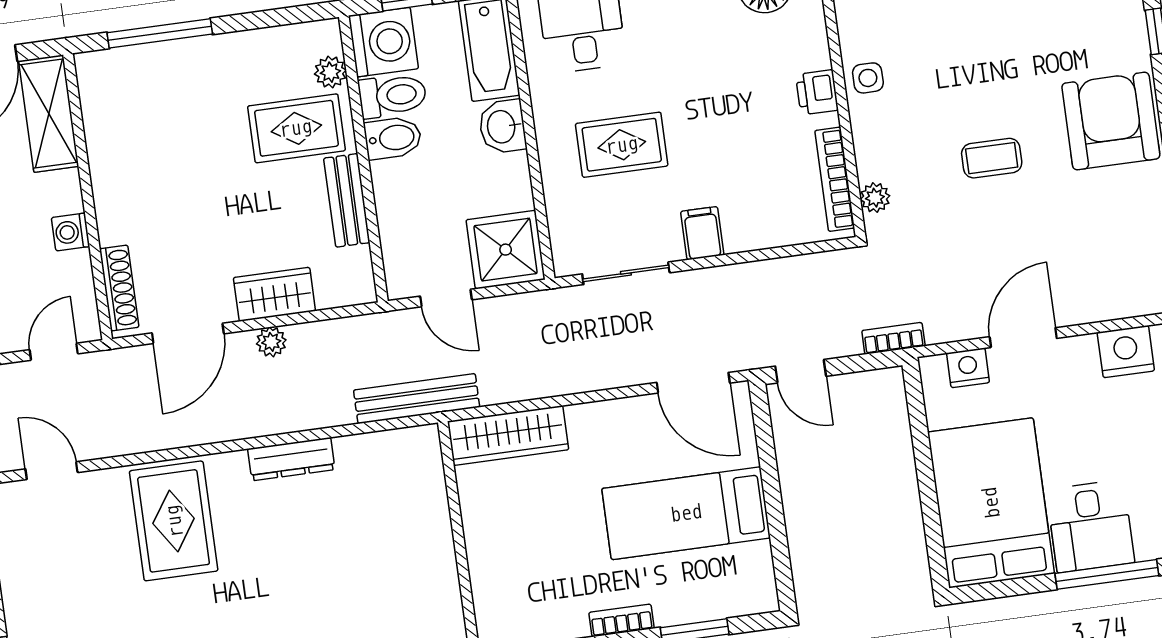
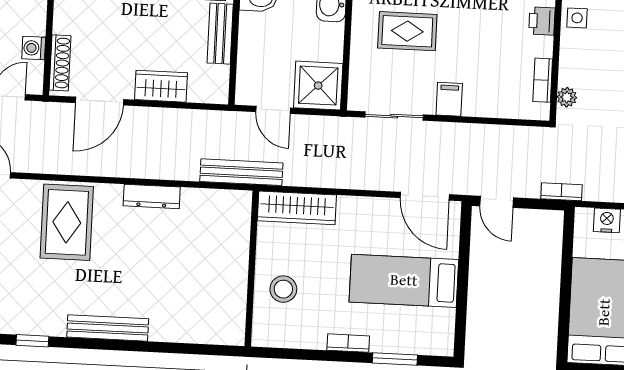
bookcase: (835, 179) -> (543, 80), width x0.64
washing machine: (71, 232) -> (34, 48), moved
plant: (271, 342) -> (153, 117), removed
stool: (511, 559) -> (283, 289), added

